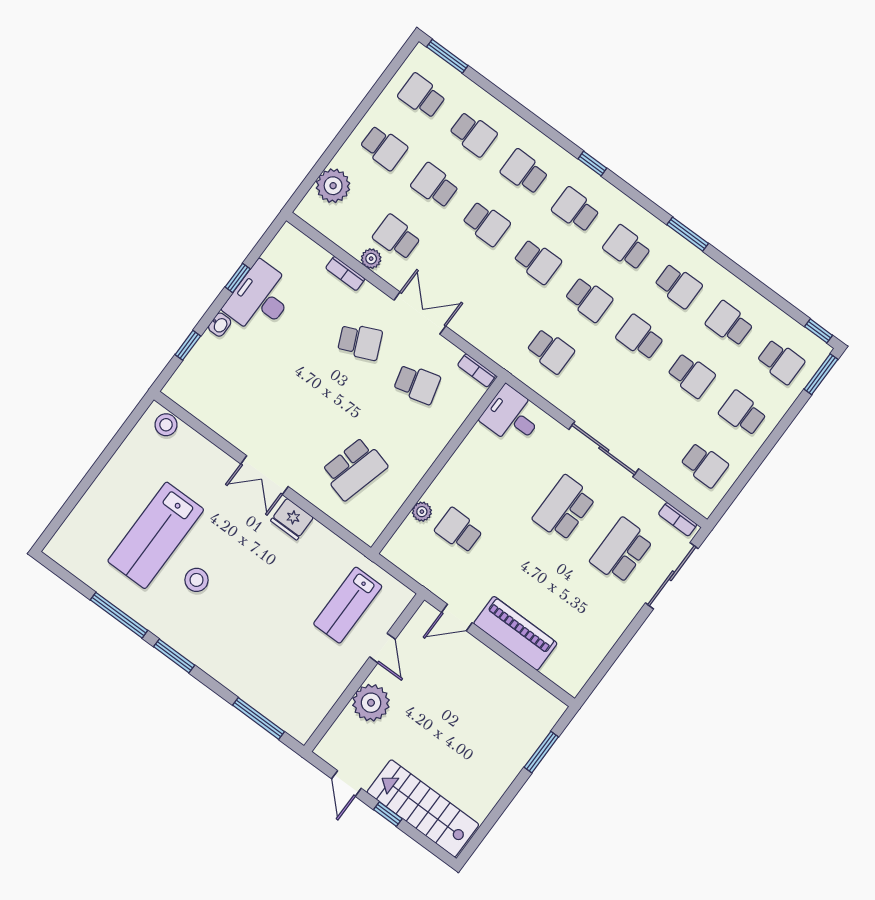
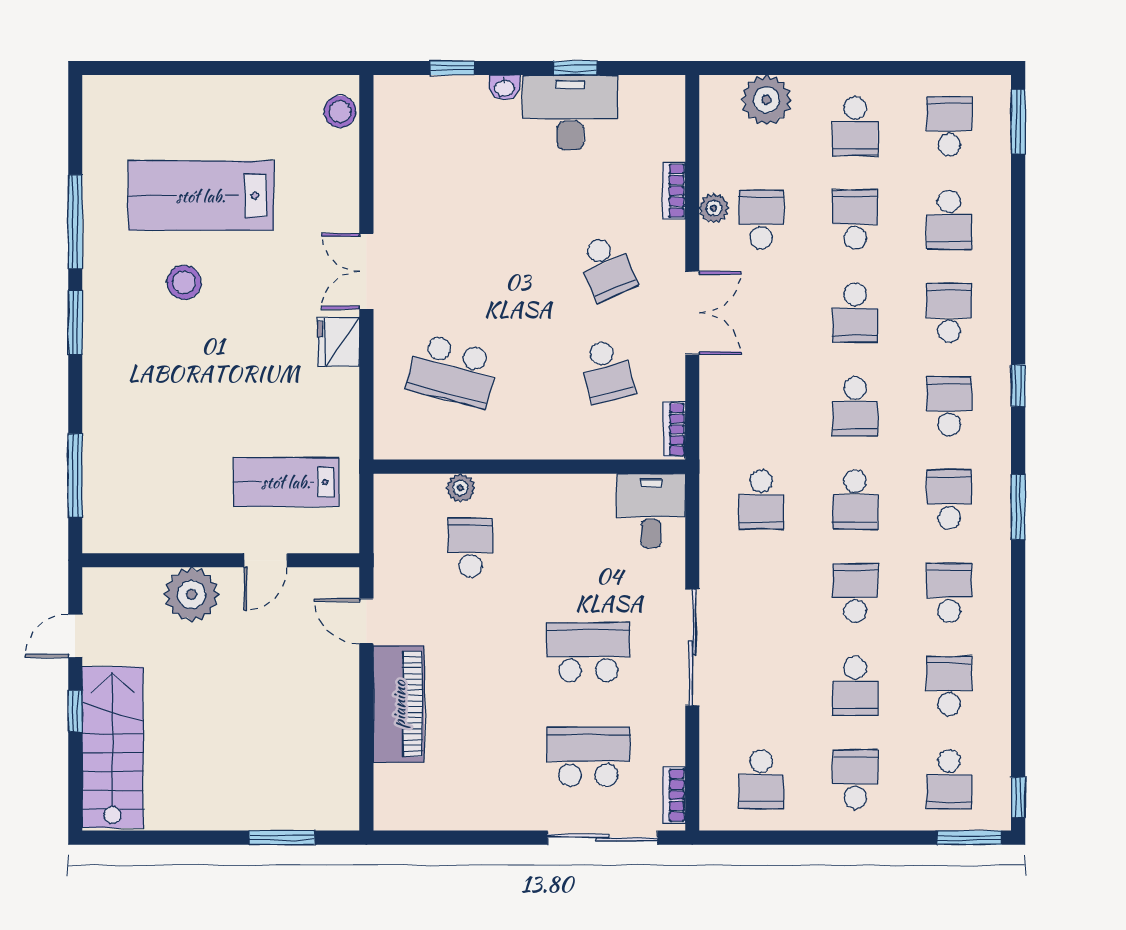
window: (688, 234) -> (1018, 507), moved
school desk: (678, 286) -> (949, 593), turned 180

